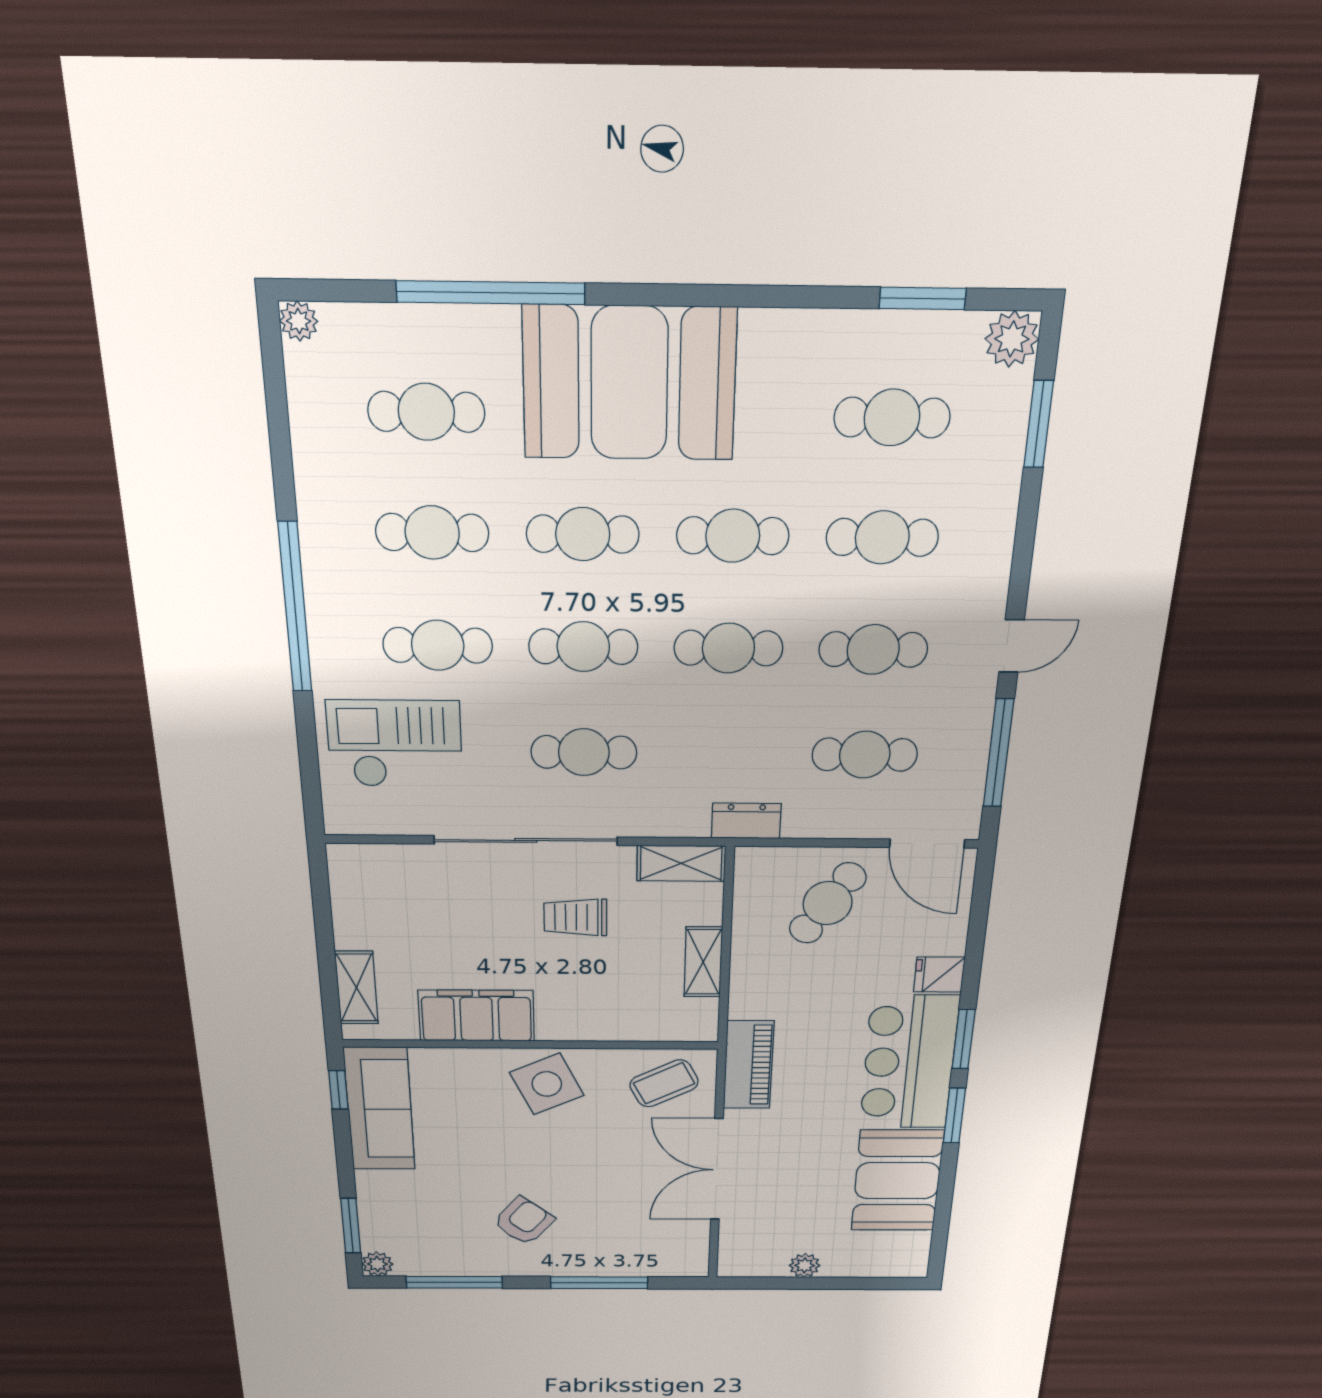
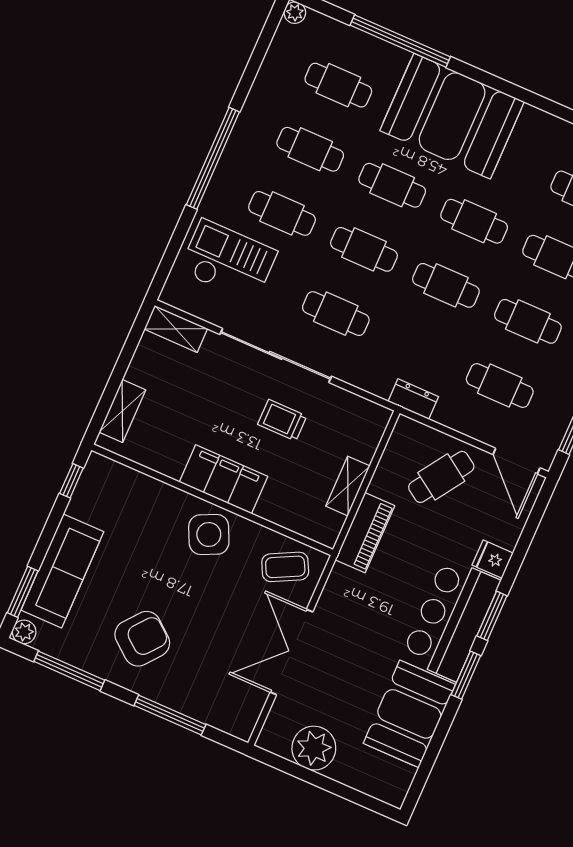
shelving: (681, 863) -> (176, 329), moved
filing cabinet: (476, 1016) -> (223, 479), moved
piano: (748, 1065) -> (365, 533), moved
sofa: (380, 1109) -> (62, 571), moved
armchair: (524, 1221) -> (142, 639), width x1.38, depth x1.38
plant: (805, 1265) -> (314, 748), width x1.87, depth x1.87

